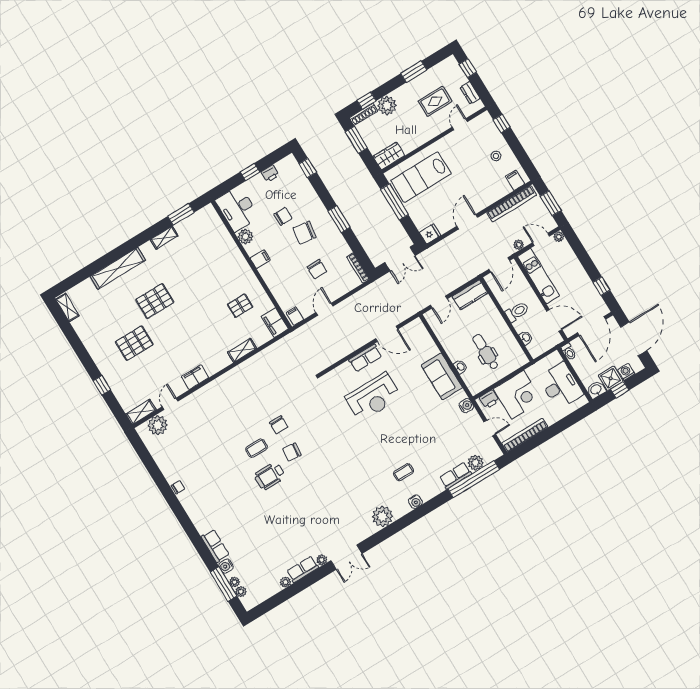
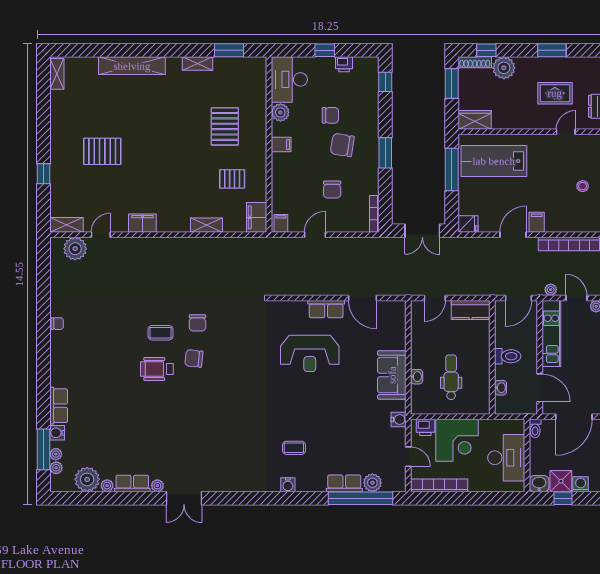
filing cabinet: (515, 180) -> (537, 222), moved
pallet: (155, 301) -> (225, 126), moved, turned 90
plant: (382, 516) -> (87, 479), moved

